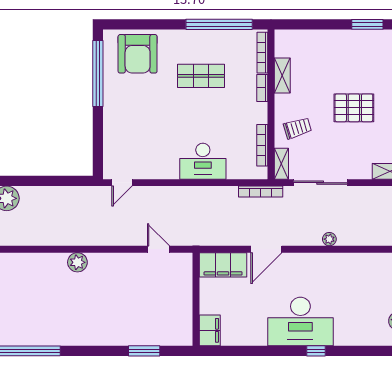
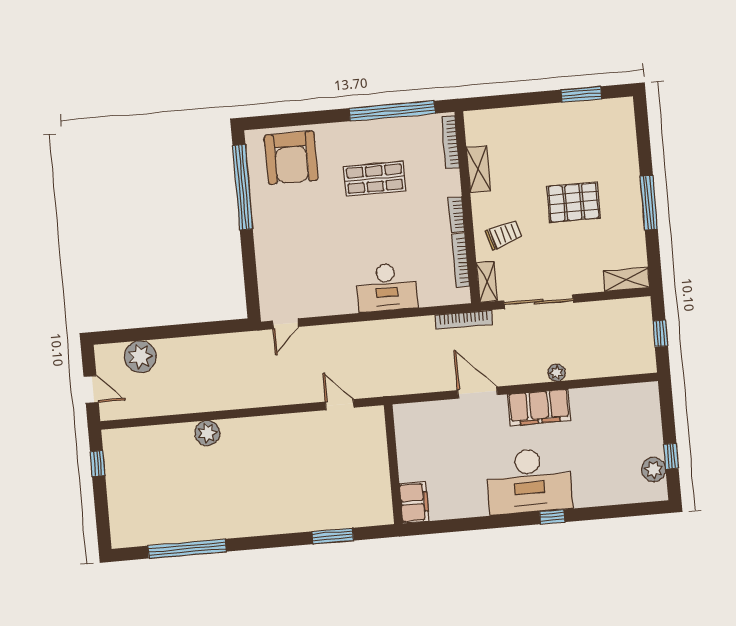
bookcase: (262, 88) -> (456, 215), moved
door: (266, 249) -> (477, 393), swing flipped
plant: (77, 262) -> (207, 433), moved
filing cabinet: (223, 265) -> (539, 407), moved

